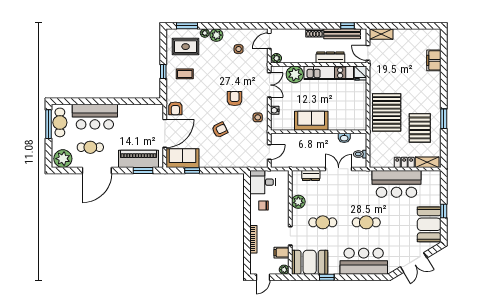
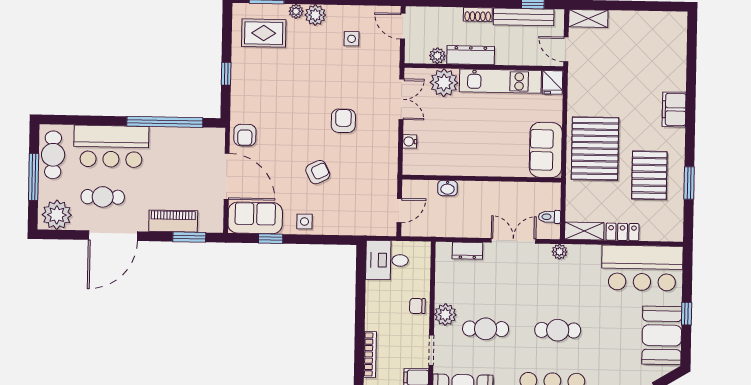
door: (269, 41) -> (403, 26), hinge flipped
plant: (276, 58) -> (437, 56), moved
dresser: (330, 58) -> (471, 55), moved
filing cabinet: (434, 60) -> (674, 109), moved
coffee table: (185, 74) -> (262, 78), removed
window: (127, 101) -> (165, 122), added
side table: (258, 117) -> (304, 221), moved
window: (444, 119) -> (689, 183), moved
sofa: (311, 121) -> (546, 150), moved, turned -90
window: (48, 124) -> (34, 177), moved
door: (165, 133) -> (227, 176), hinge flipped
washbasin: (344, 138) -> (448, 188), moved
piano: (138, 159) -> (173, 221), width x0.73, depth x0.75
shelving: (427, 162) -> (584, 231), moved
plant: (366, 175) -> (560, 252), added
bar counter: (396, 184) -> (642, 268), moved
plant: (298, 202) -> (445, 315), moved
chair: (263, 205) -> (417, 306), moved

